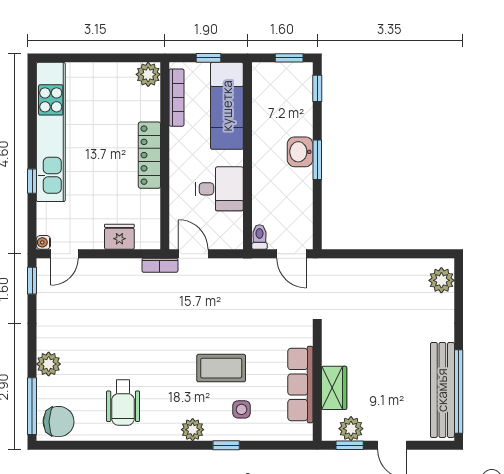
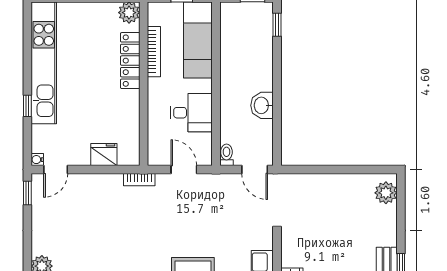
bookcase: (176, 98) -> (154, 52), moved
washbasin: (300, 152) -> (262, 105), moved
locker: (149, 155) -> (130, 61), moved
window: (317, 160) -> (277, 87), removed
door: (193, 254) -> (184, 170), moved

